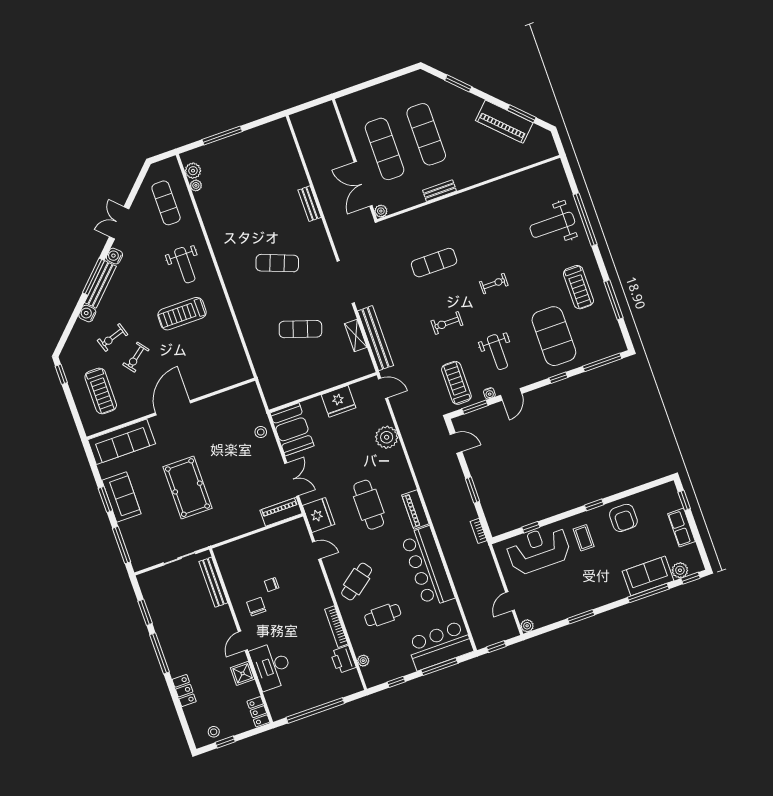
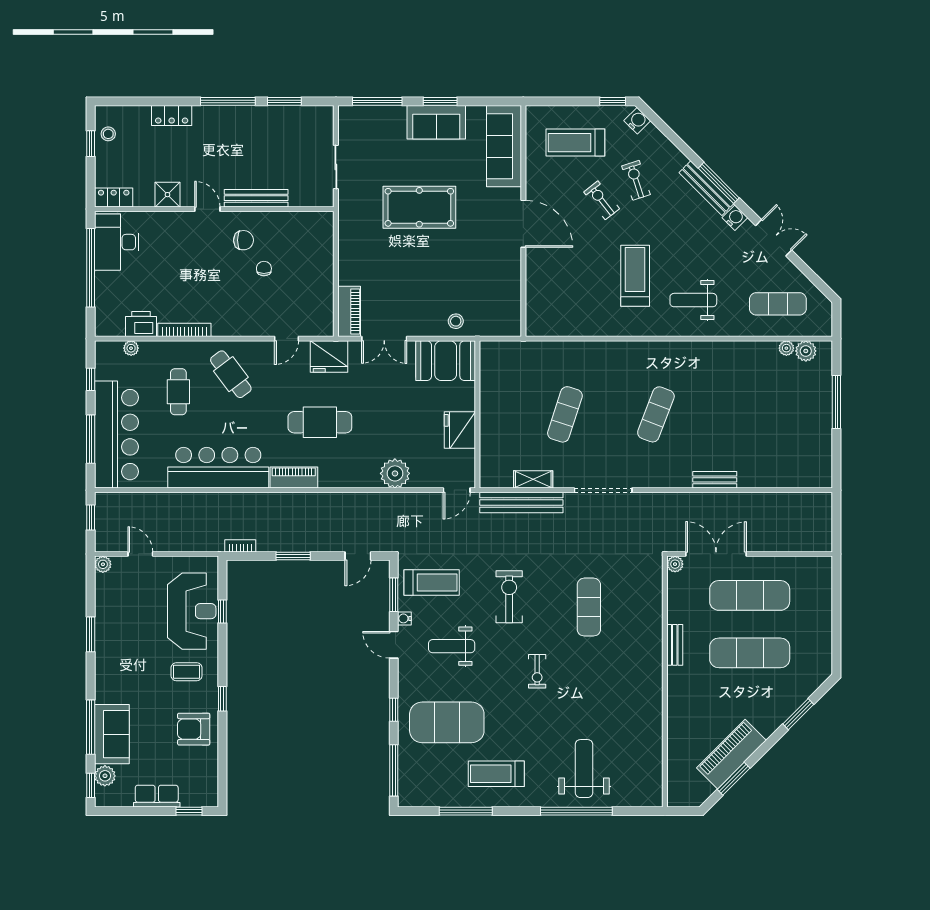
water cooler: (87, 314) -> (637, 121), moved
exercise bike: (447, 323) -> (509, 597), width x1.38, depth x1.39
bench: (213, 582) -> (256, 198), moved
bar counter: (440, 645) -> (116, 435), width x1.36
desk: (271, 666) -> (117, 242), moved, turned -90

